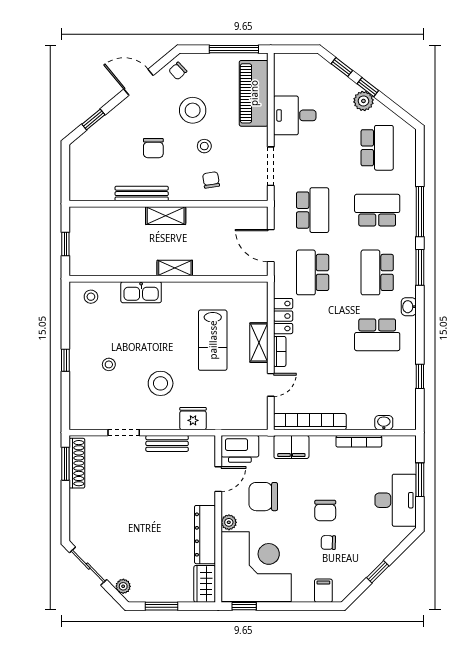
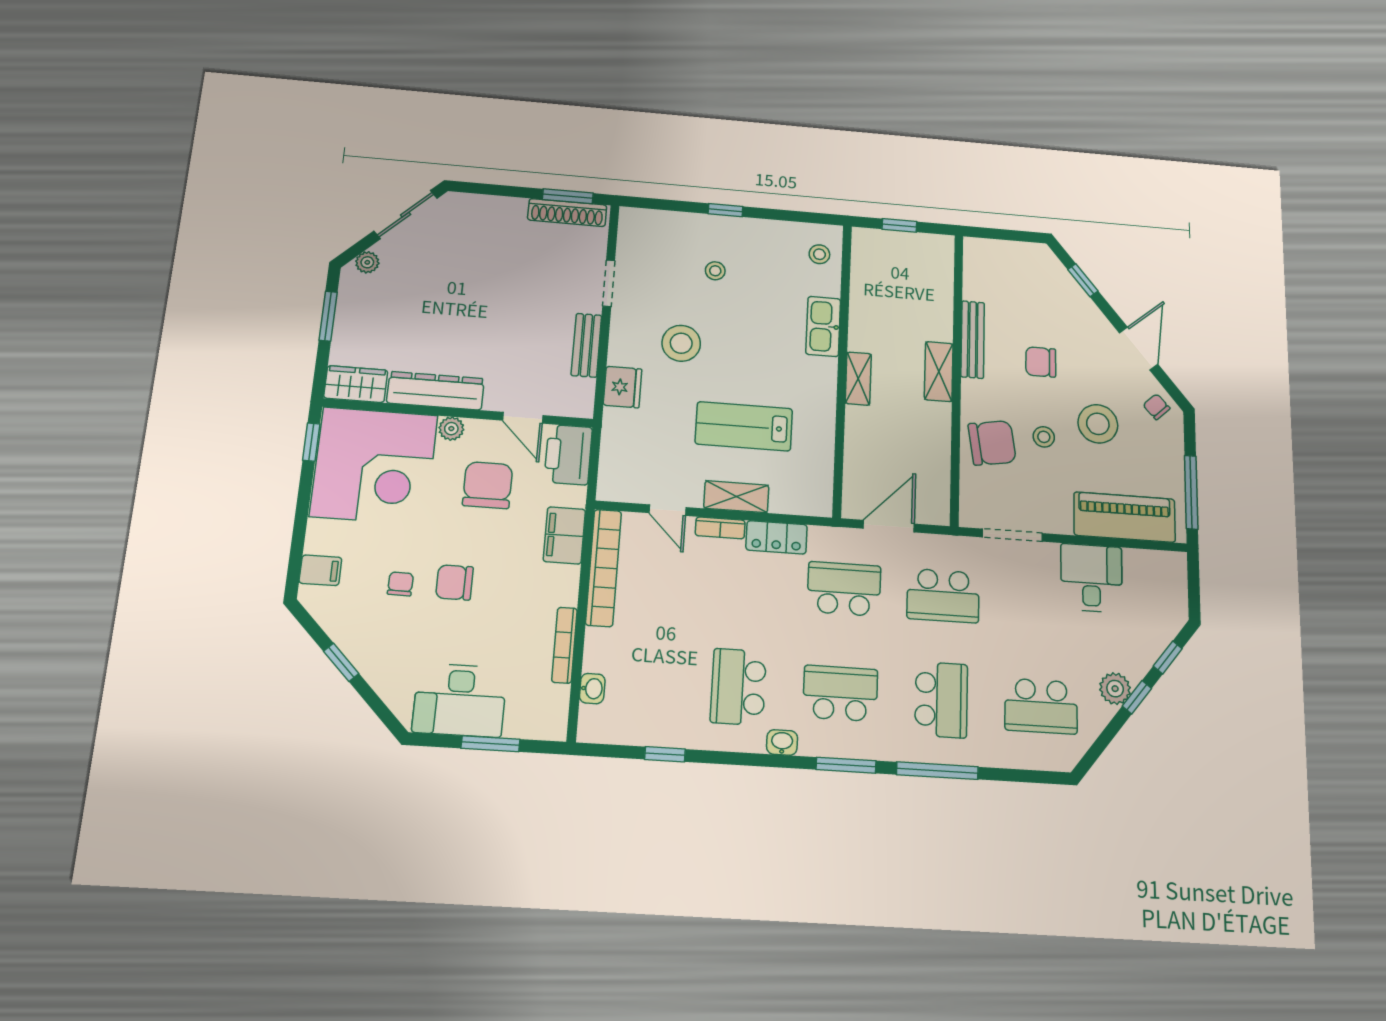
chair: (211, 180) -> (992, 443), width x1.87, depth x1.87

